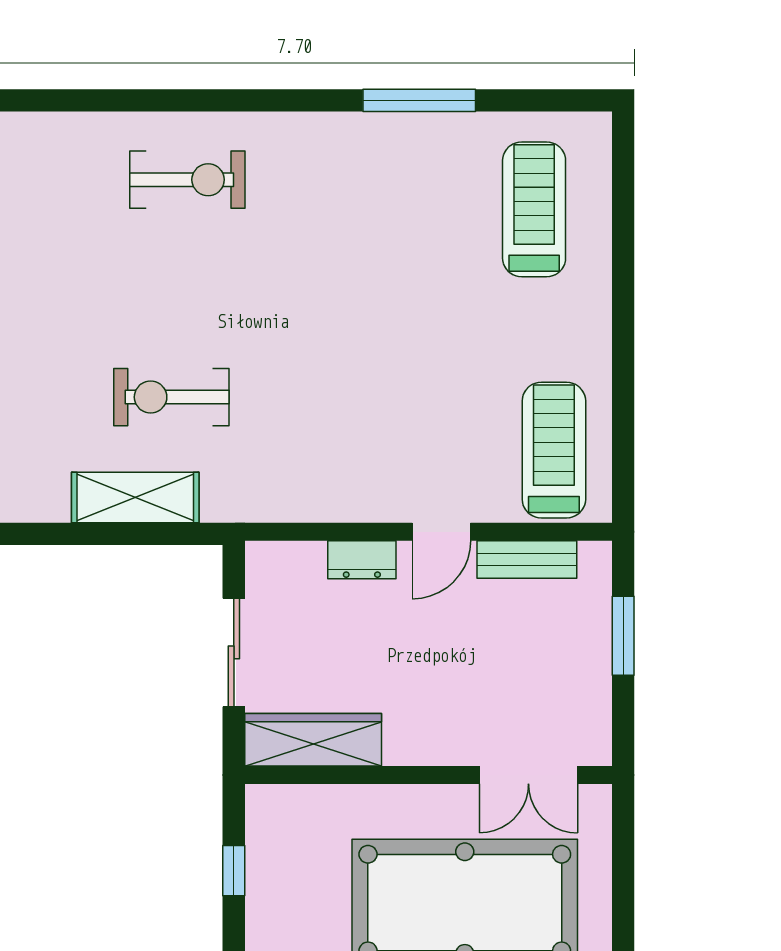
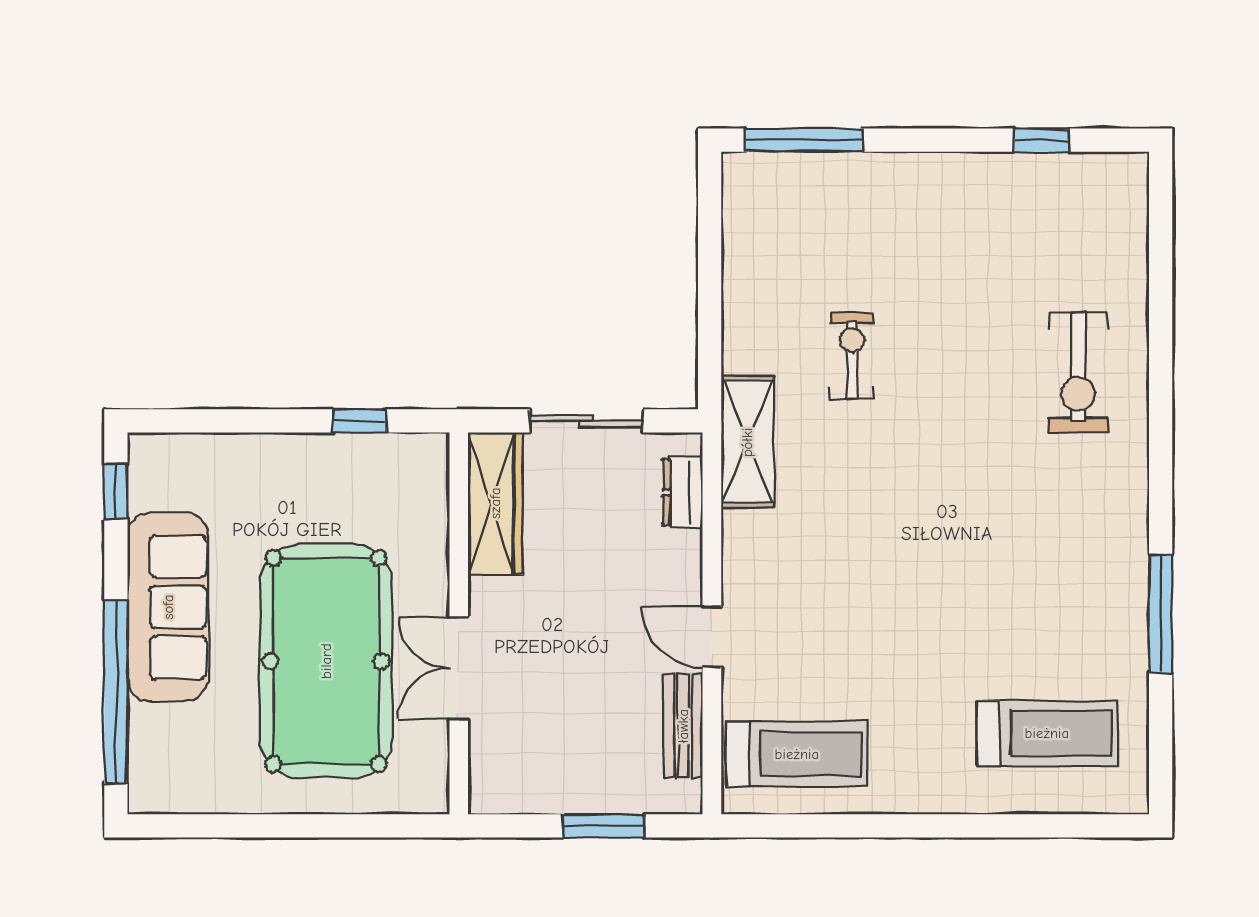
exercise bike: (171, 397) -> (852, 356), width x0.73, depth x0.72
shelving: (135, 497) -> (747, 442), moved
dresser: (362, 560) -> (683, 492), moved
double door: (528, 775) -> (459, 668), moved

